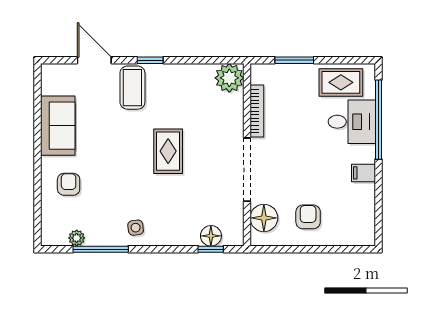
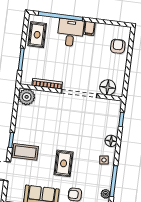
desk: (352, 122) -> (70, 33), moved
rug: (168, 151) -> (64, 163), moved, turned 90
armchair: (308, 217) -> (118, 46), moved, turned 90
floor lamp: (211, 236) -> (111, 141), moved

